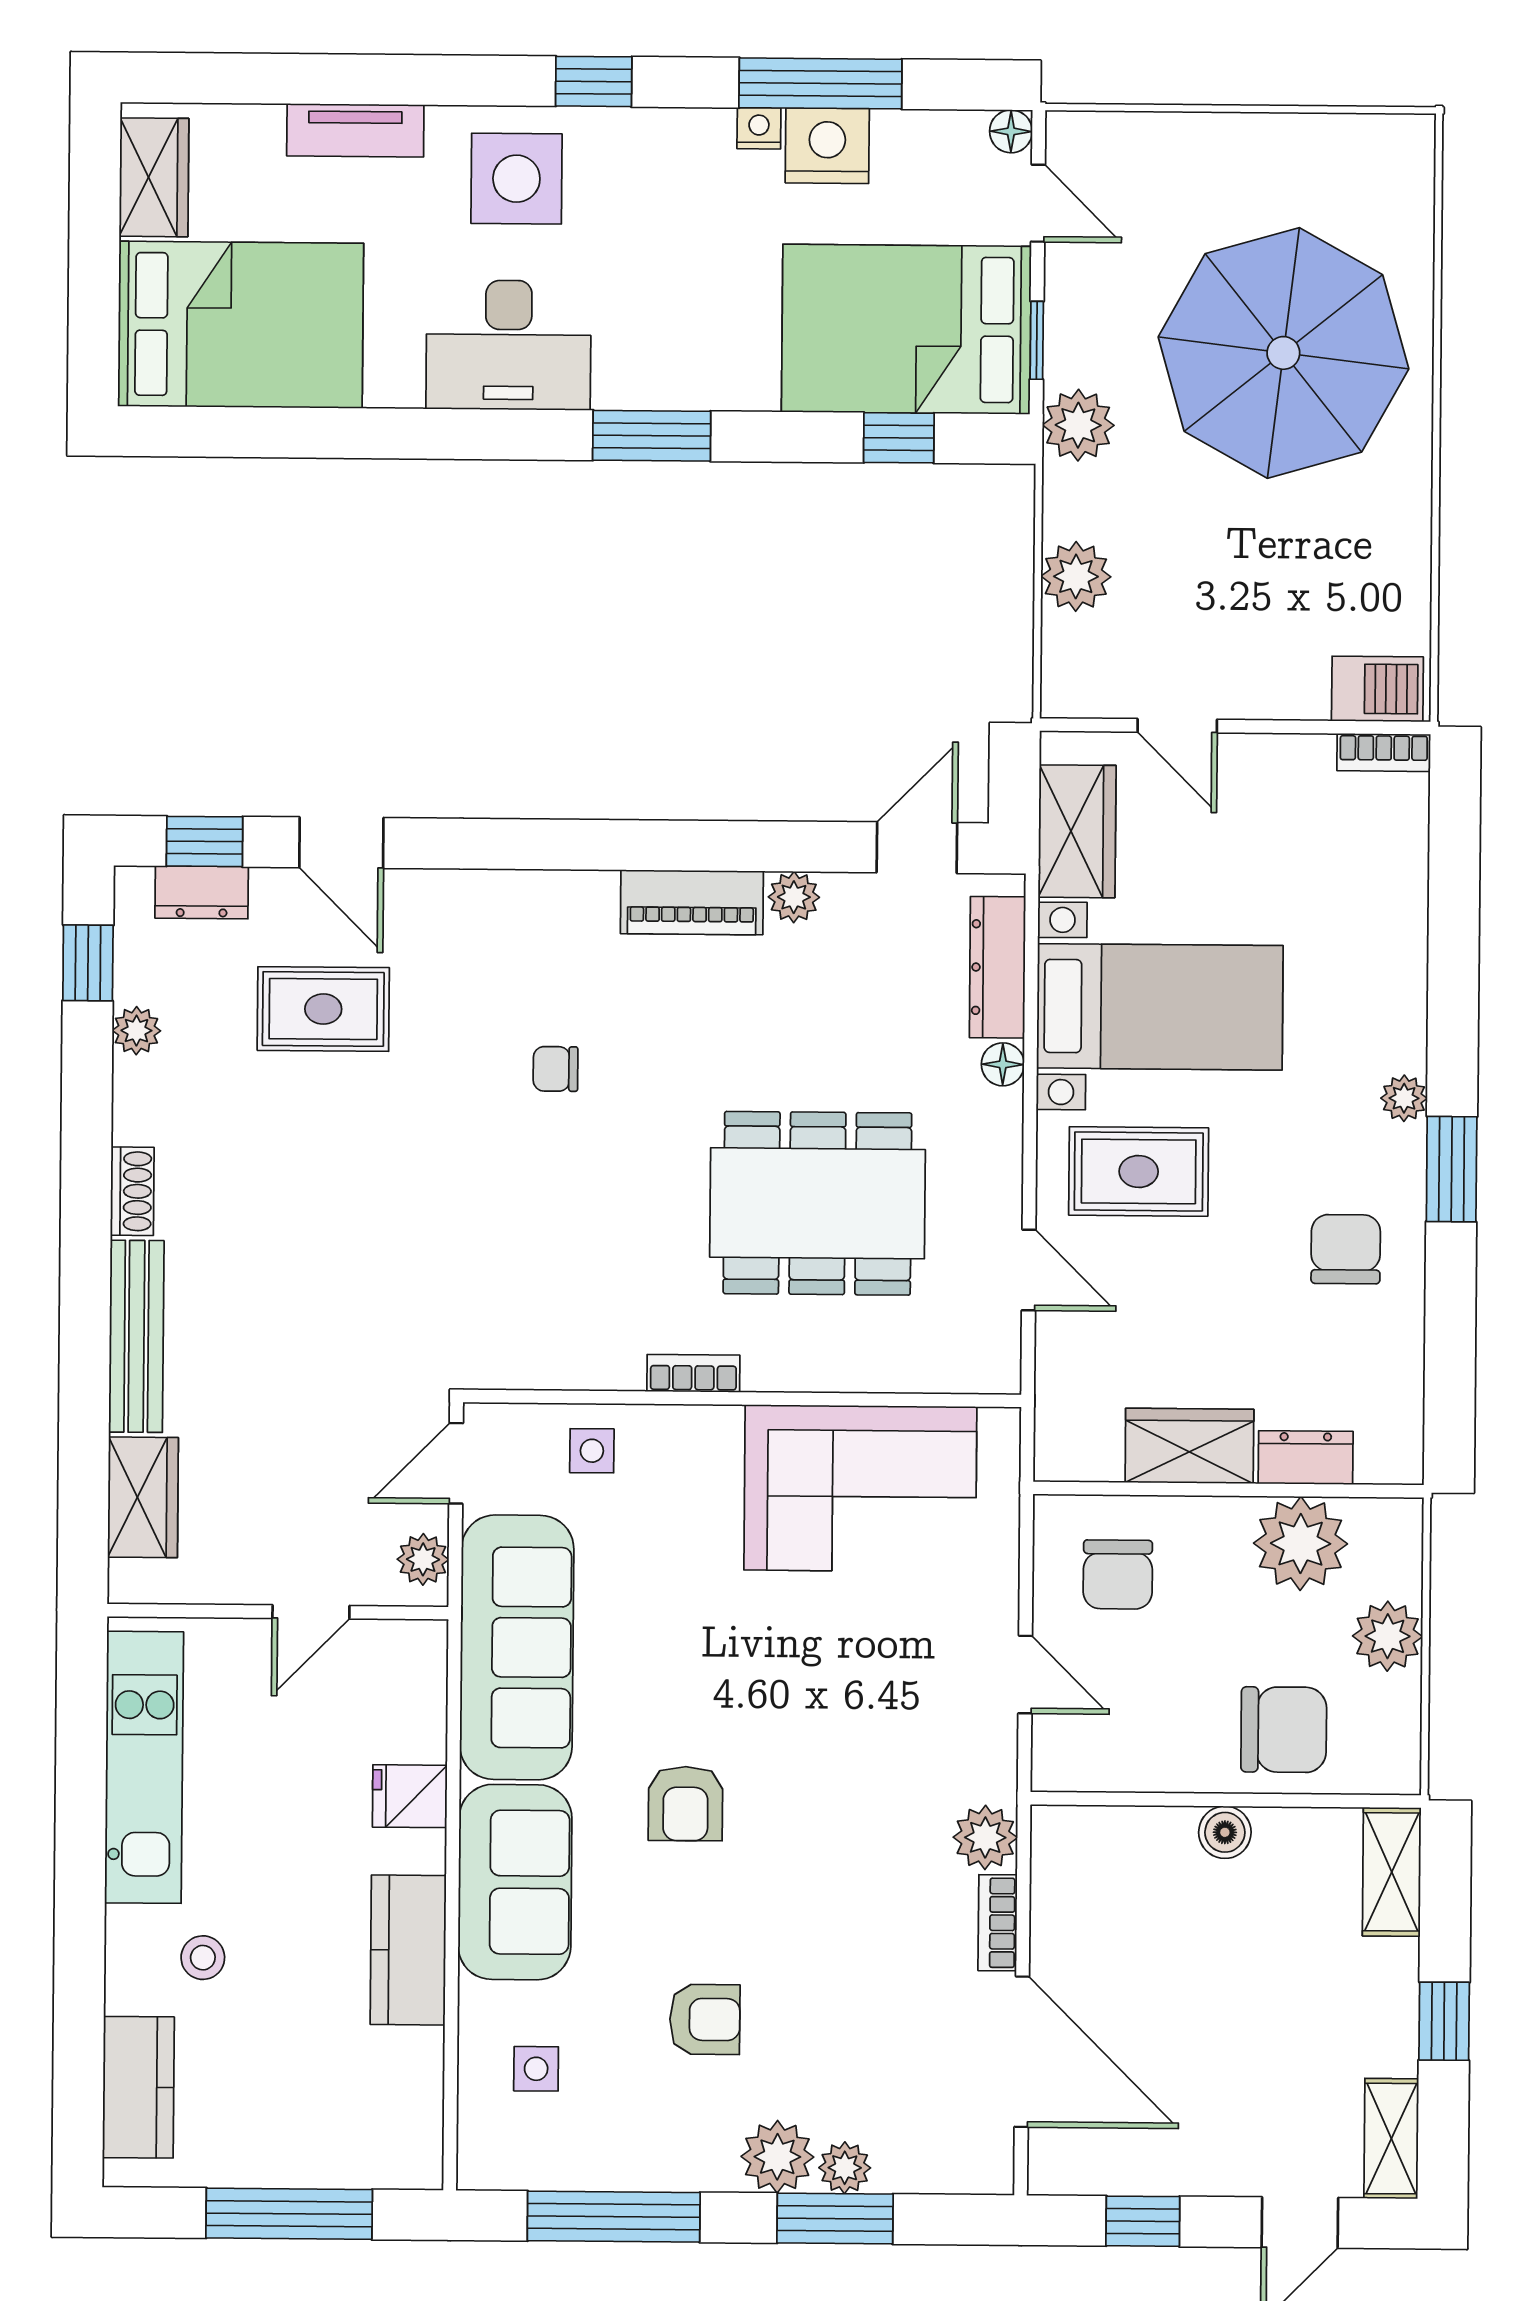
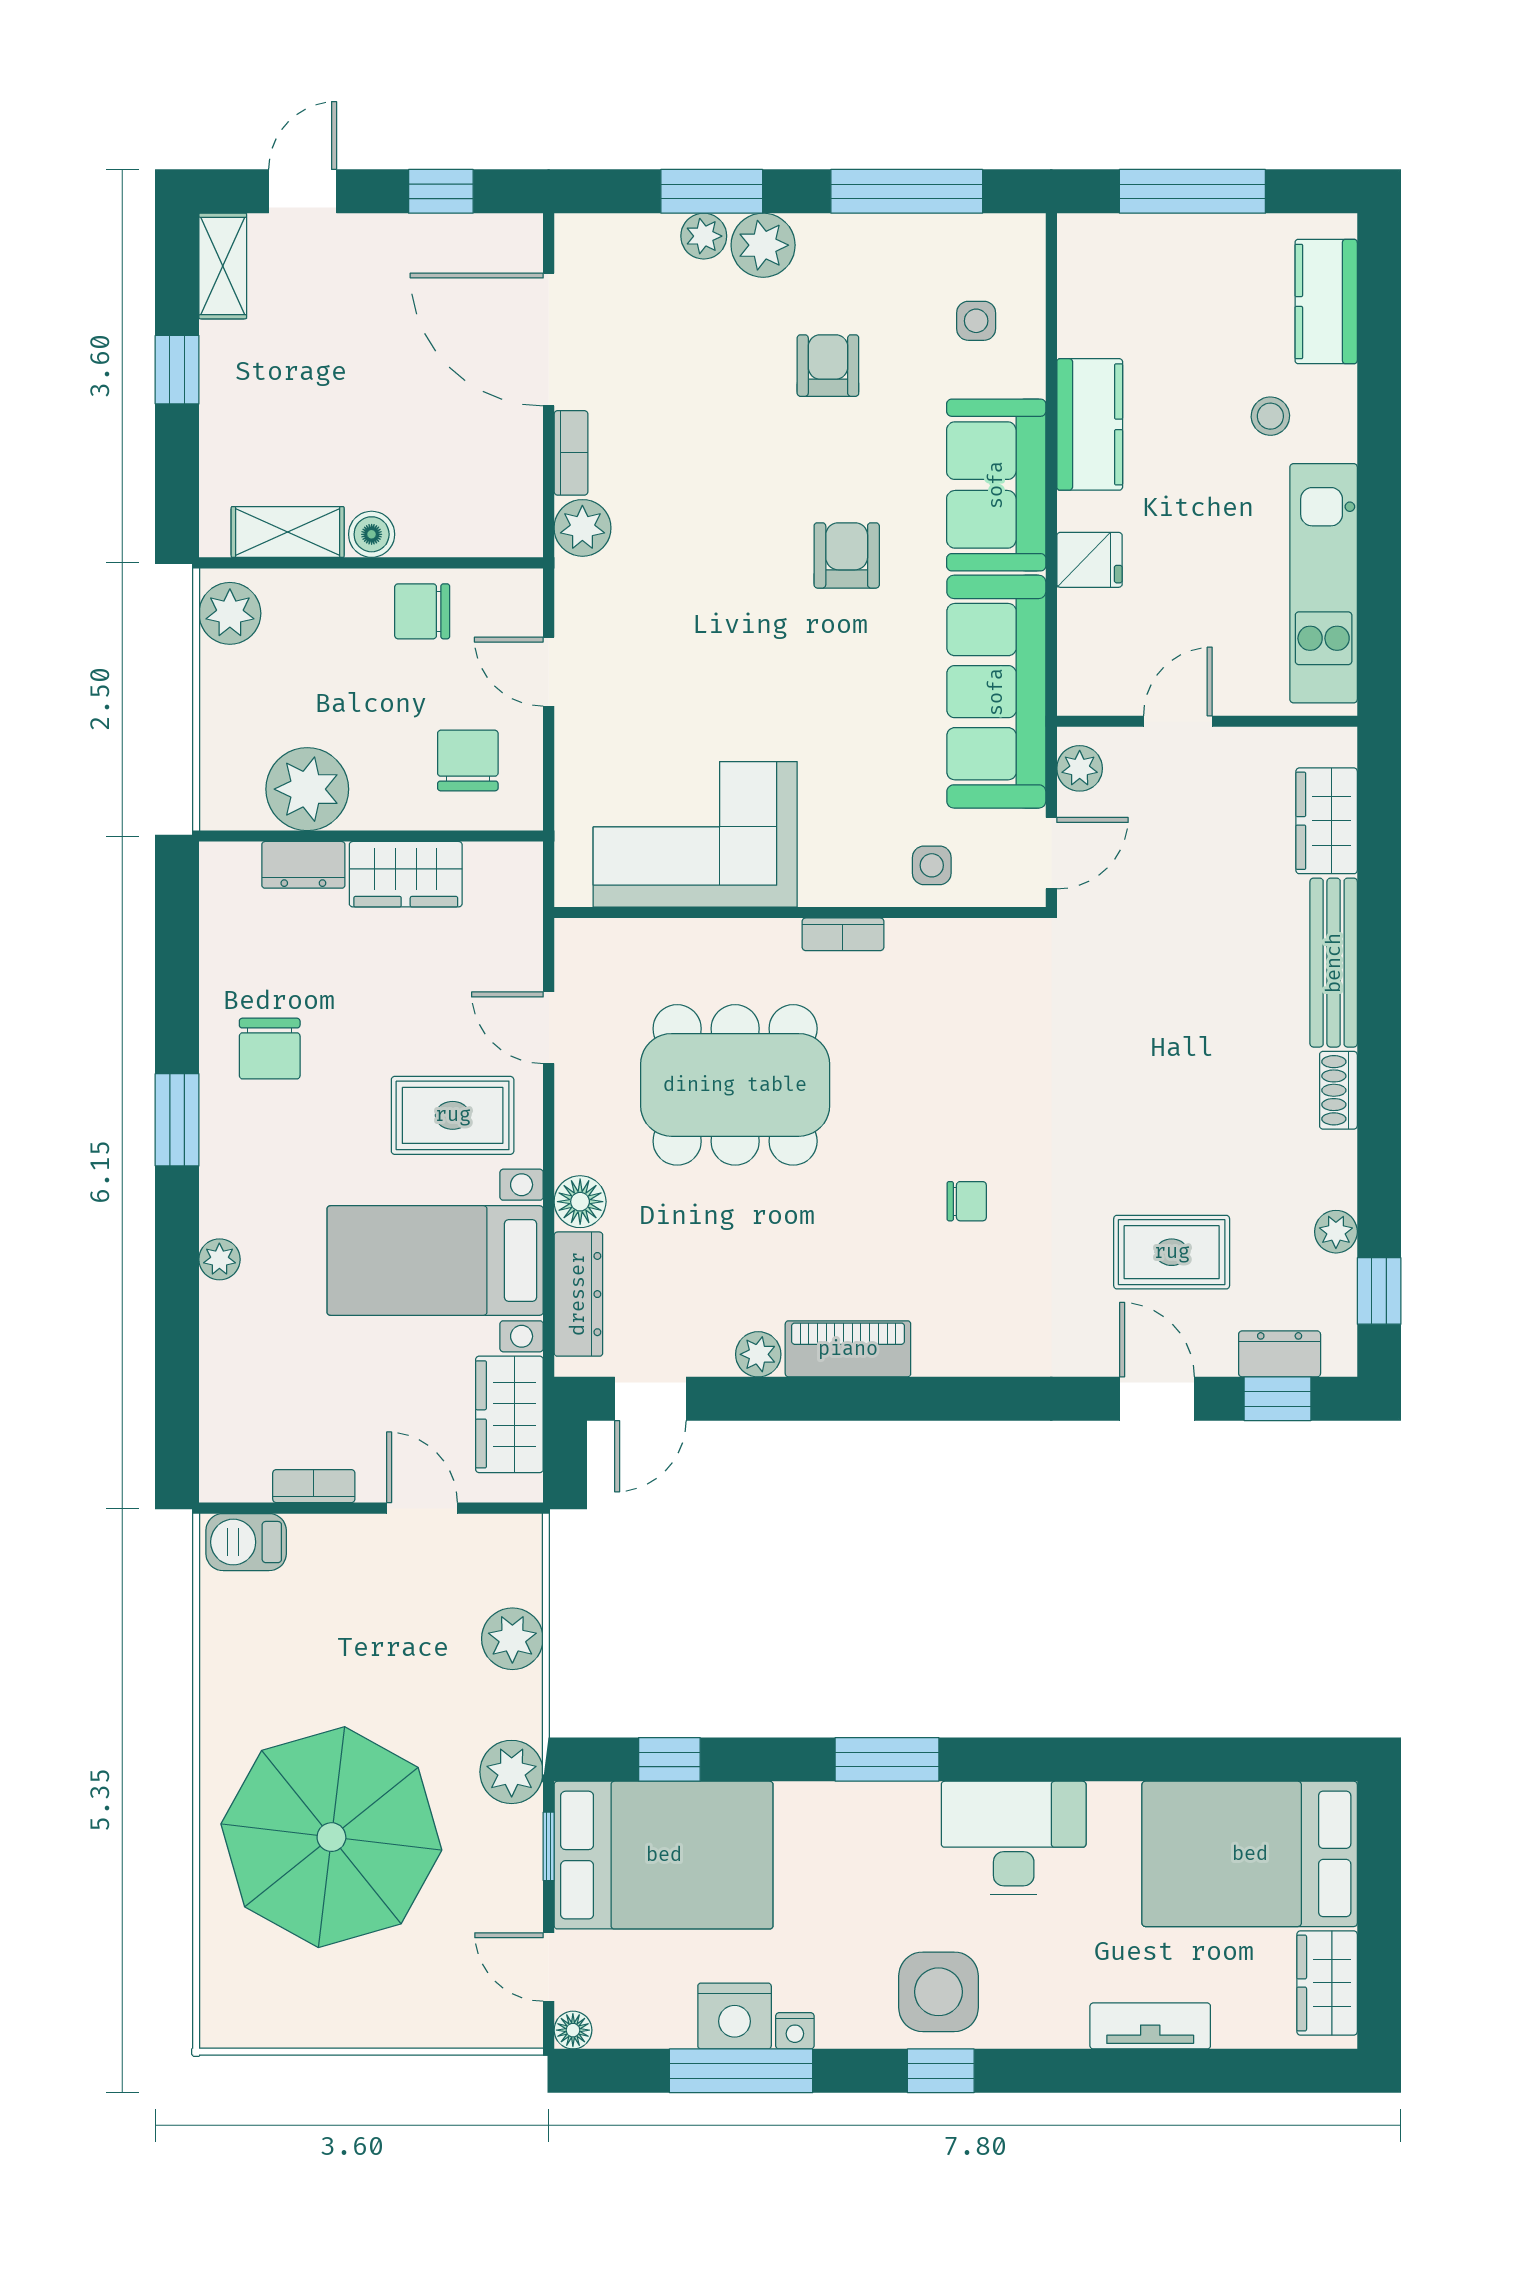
side table: (516, 179) -> (938, 1992), moved
bookcase: (1384, 752) -> (314, 1486), moved
floor lamp: (1003, 1064) -> (580, 1202), width x1.37, depth x1.37
plant: (1404, 1098) -> (219, 1259), moved
plant: (1388, 1636) -> (230, 613), moved
chair: (1284, 1730) -> (422, 611), moved, width x0.73, depth x0.73
shelving: (1392, 1872) -> (288, 532), moved, turned 90
armchair: (705, 2019) -> (828, 366), turned 90

